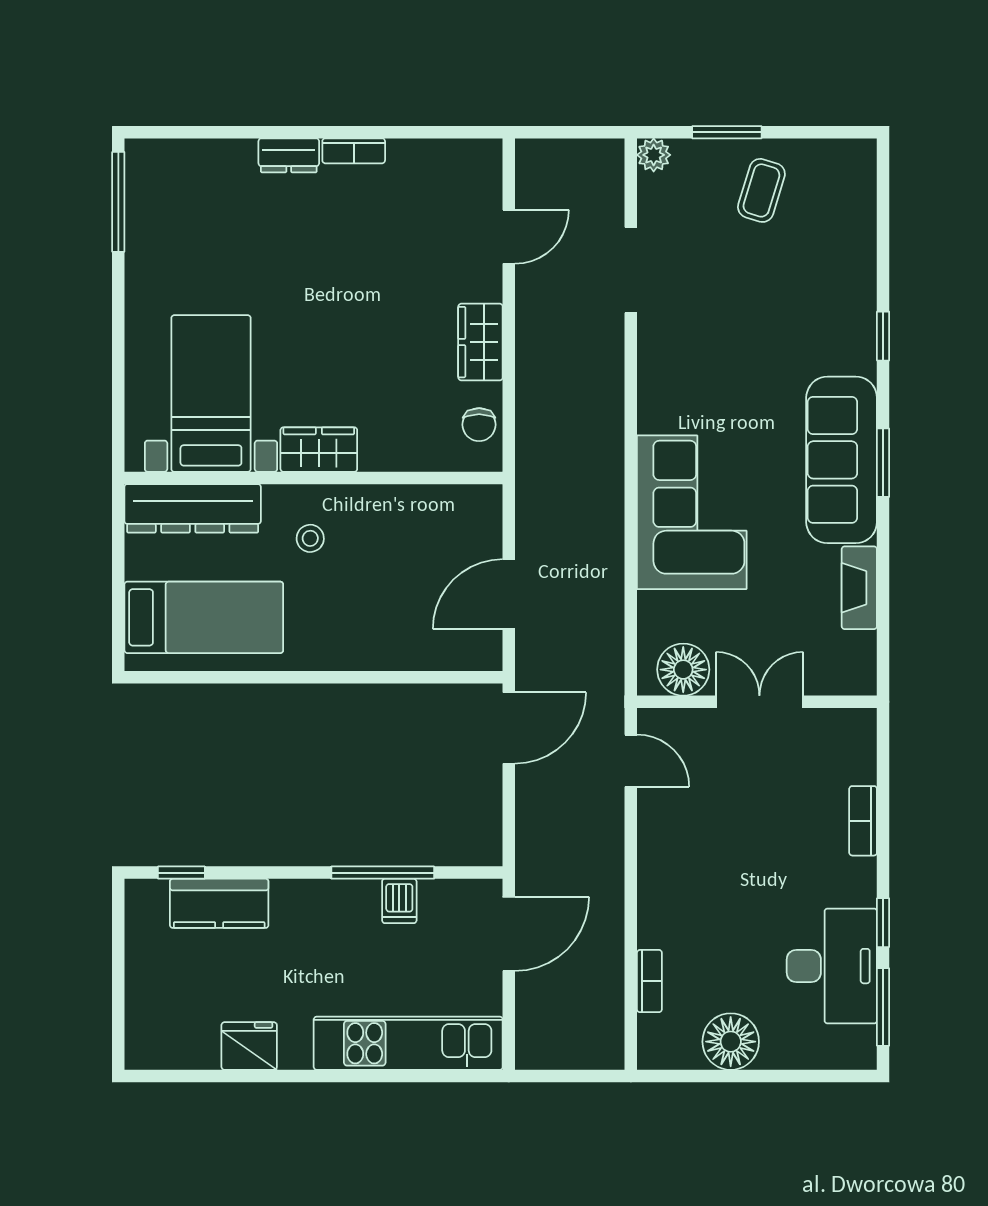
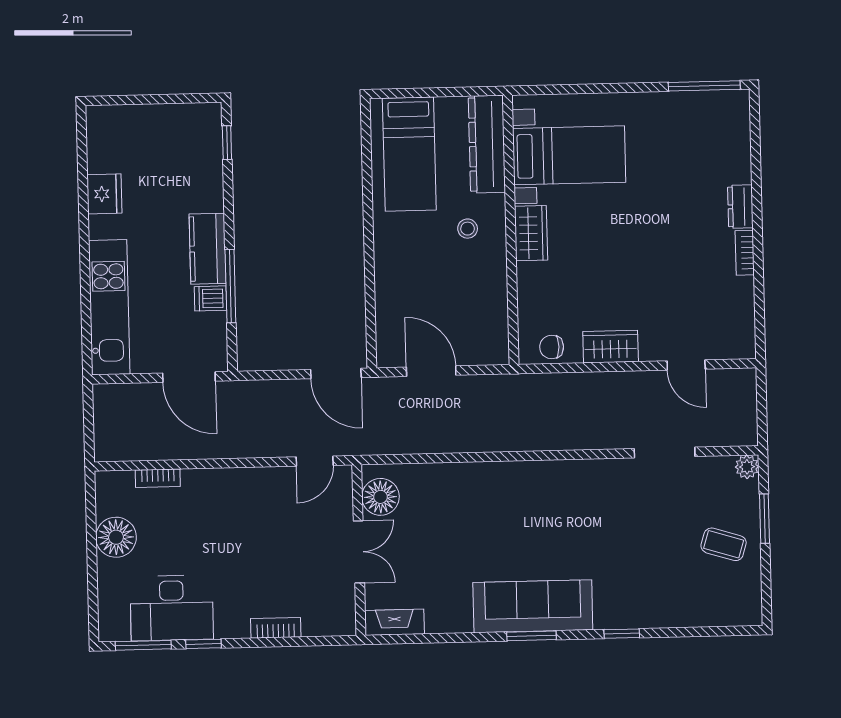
corner sofa: (692, 512) -> (493, 500), removed
fireplace: (859, 588) -> (394, 622), moved
kitchen counter: (219, 903) -> (208, 249), moved

